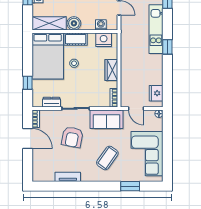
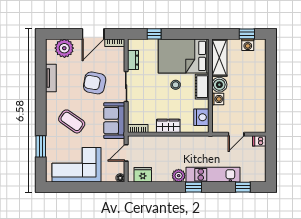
washing machine: (101, 25) -> (218, 99), moved
plant: (157, 60) -> (179, 176), added
plant: (41, 165) -> (64, 48), added

